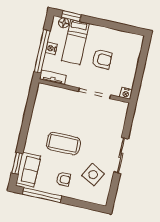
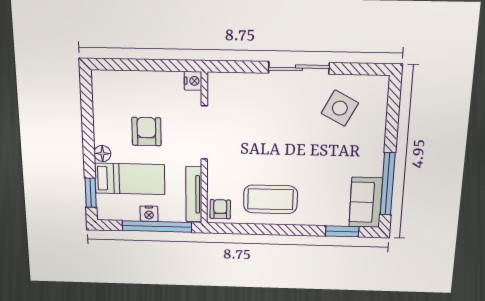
floor lamp: (64, 23) -> (102, 154), moved
tv unit: (53, 77) -> (194, 194), width x1.41
coffee table: (63, 144) -> (270, 199), moved, turned 90
sofa: (28, 170) -> (366, 202), moved, turned -90
armchair: (63, 179) -> (220, 209), moved

